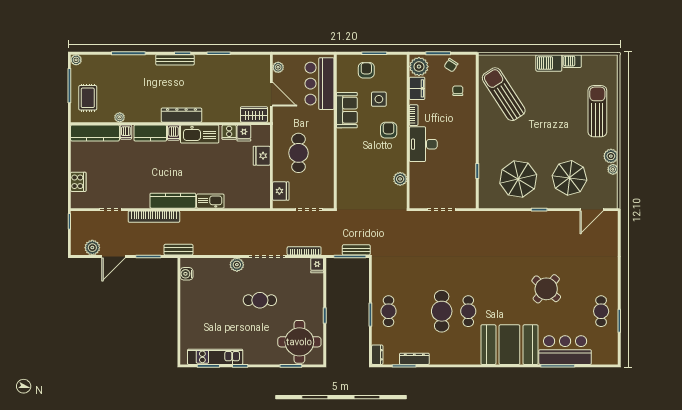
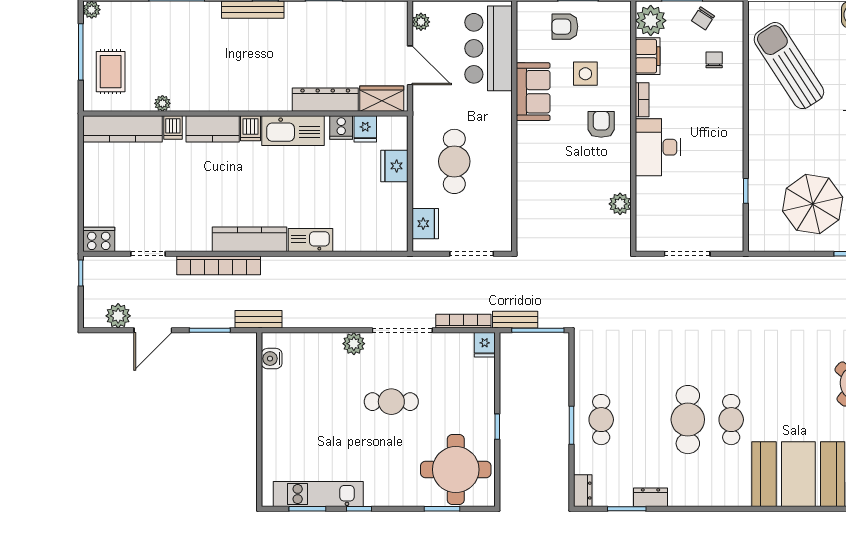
armchair: (366, 70) -> (565, 27), turned -90
dresser: (181, 115) -> (325, 100), moved
cooker: (78, 182) -> (99, 239), moved, turned -90
bench: (356, 250) -> (515, 320), moved
dresser: (414, 359) -> (651, 497), width x0.70

